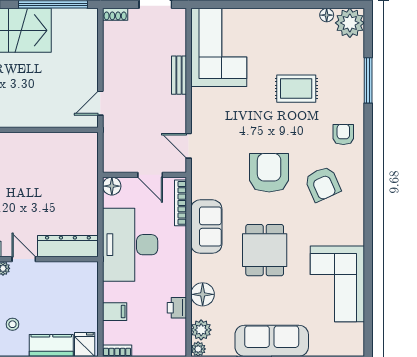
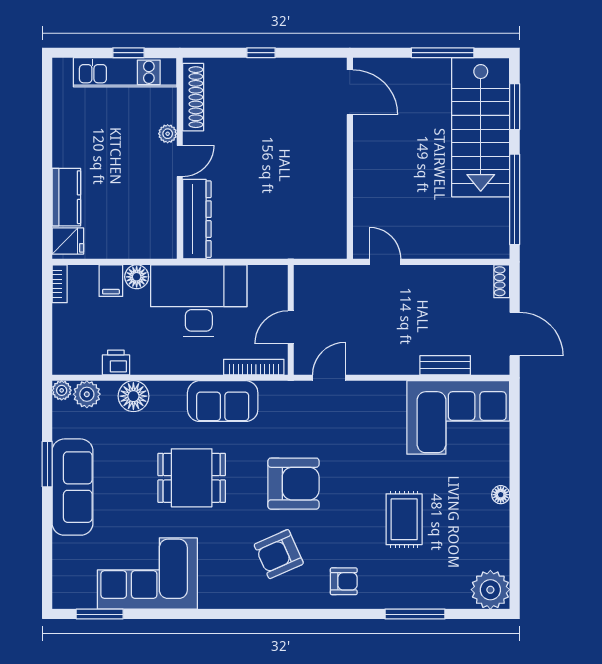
floor lamp: (327, 15) -> (501, 495), moved
bench: (179, 75) -> (445, 365), moved
floor lamp: (112, 186) -> (137, 277), moved
window: (368, 320) -> (100, 614), added
stool: (12, 324) -> (94, 146), removed

